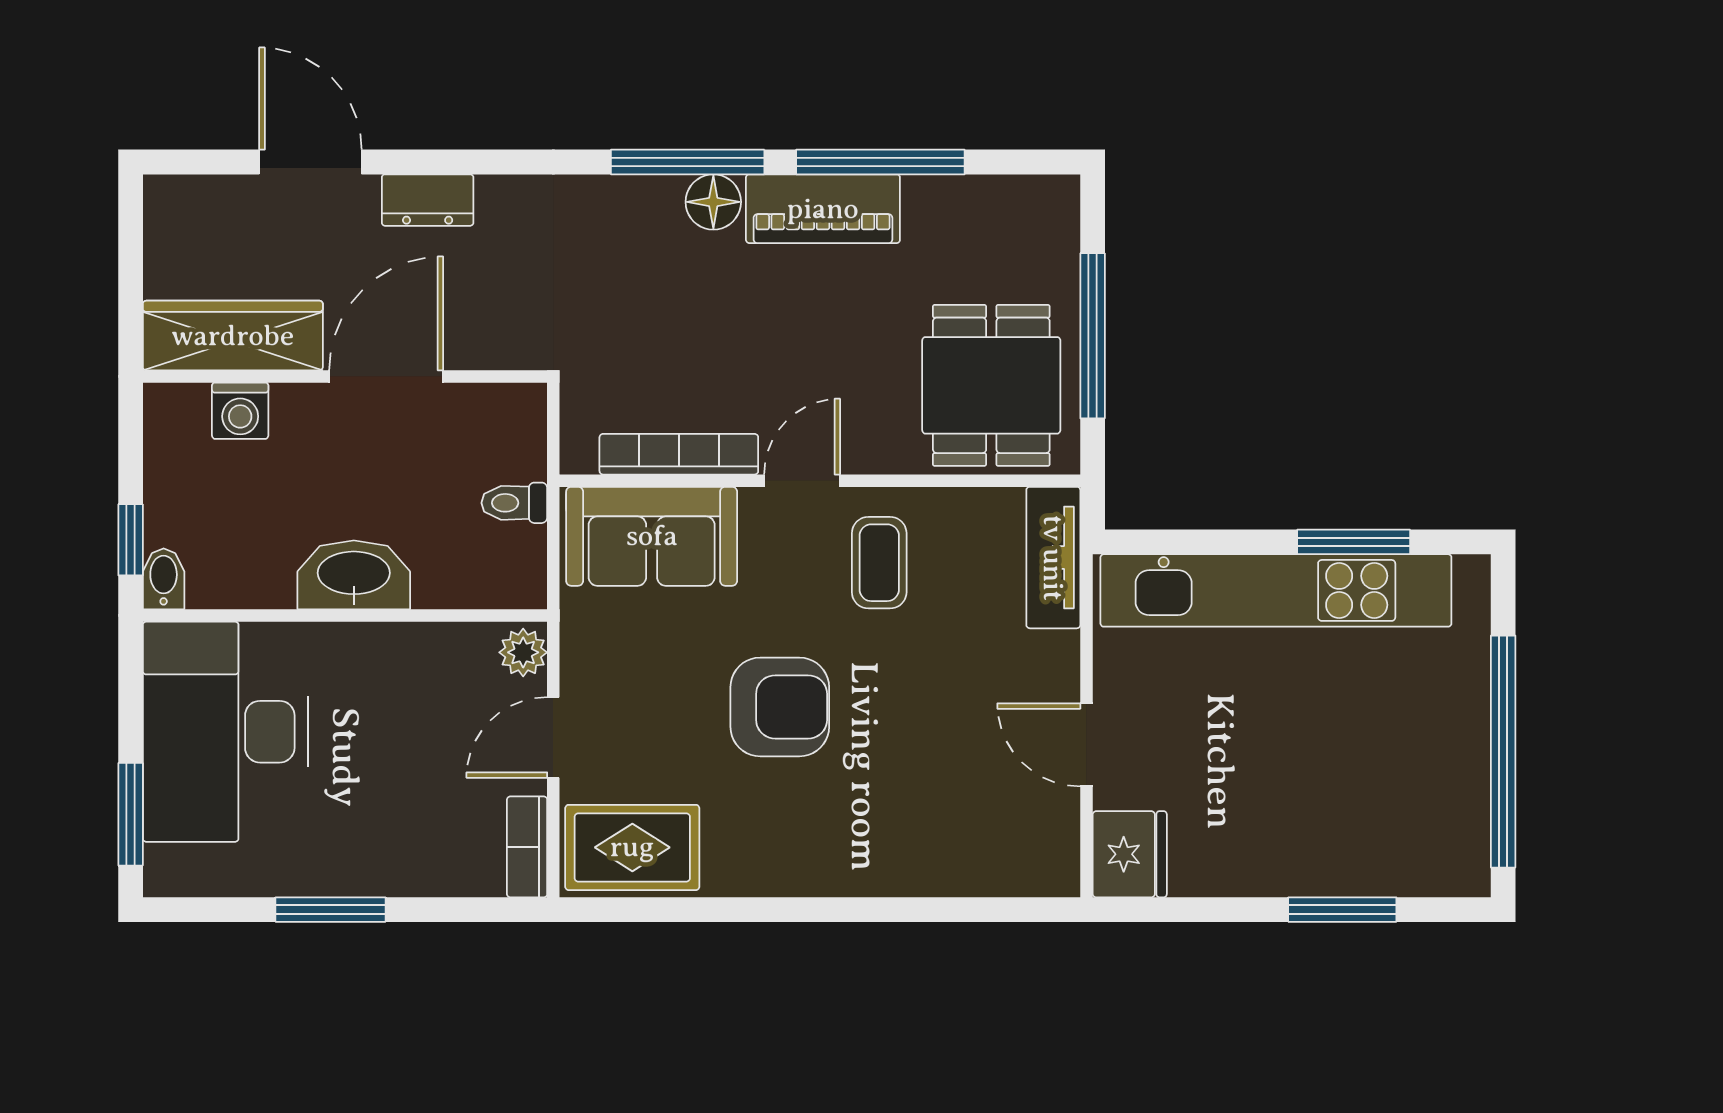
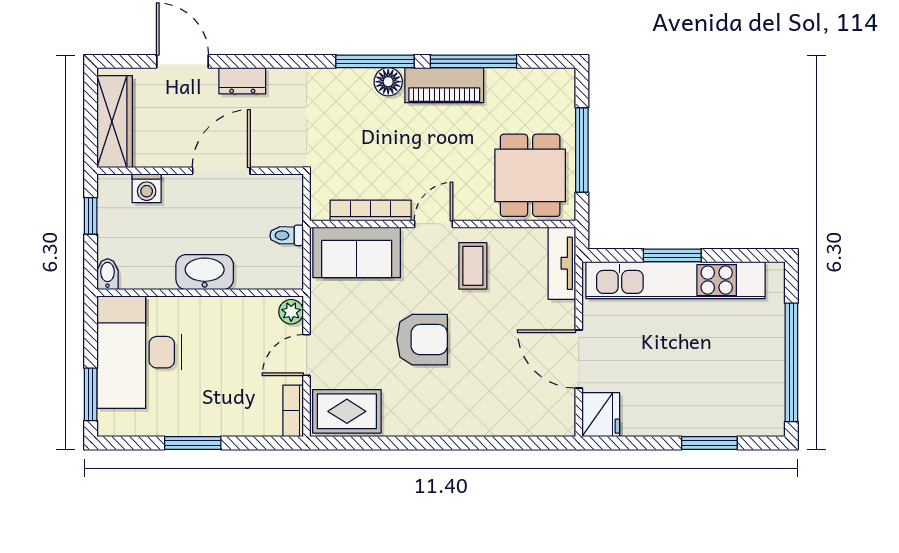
wardrobe: (233, 336) -> (115, 122), moved, turned 90
window: (131, 540) -> (91, 216), moved
window: (1354, 542) -> (672, 255), moved
door: (1086, 745) -> (579, 359), width x1.38

